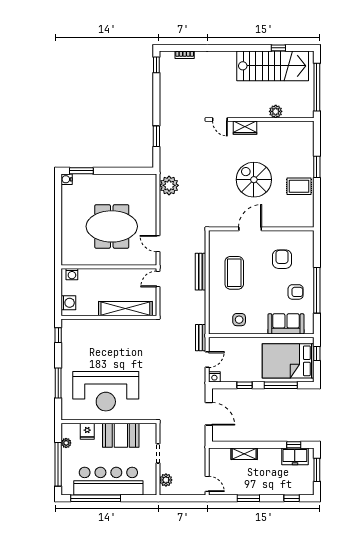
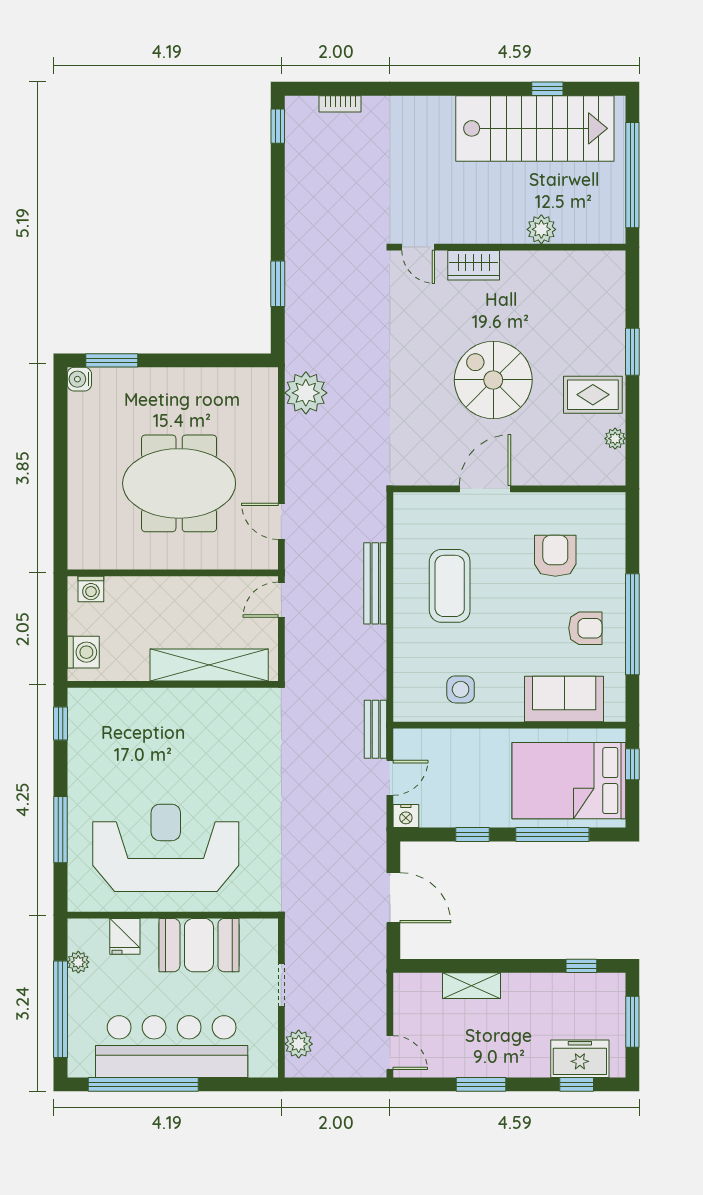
plant: (309, 206) -> (615, 439), added
reception desk: (106, 391) -> (166, 848), turned 180
freezer: (295, 456) -> (580, 1059), moved, turned 180

